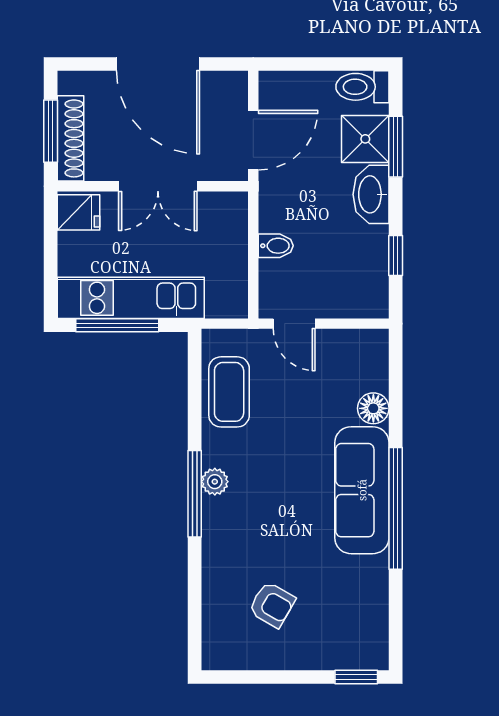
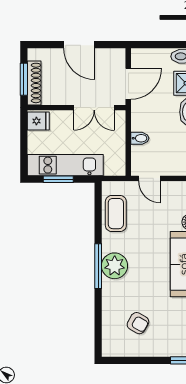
door: (158, 64) -> (79, 45), width x0.73
double door: (158, 186) -> (94, 108), moved
window: (117, 325) -> (58, 179), width x0.69
plant: (215, 482) -> (115, 266), width x1.88, depth x1.88

